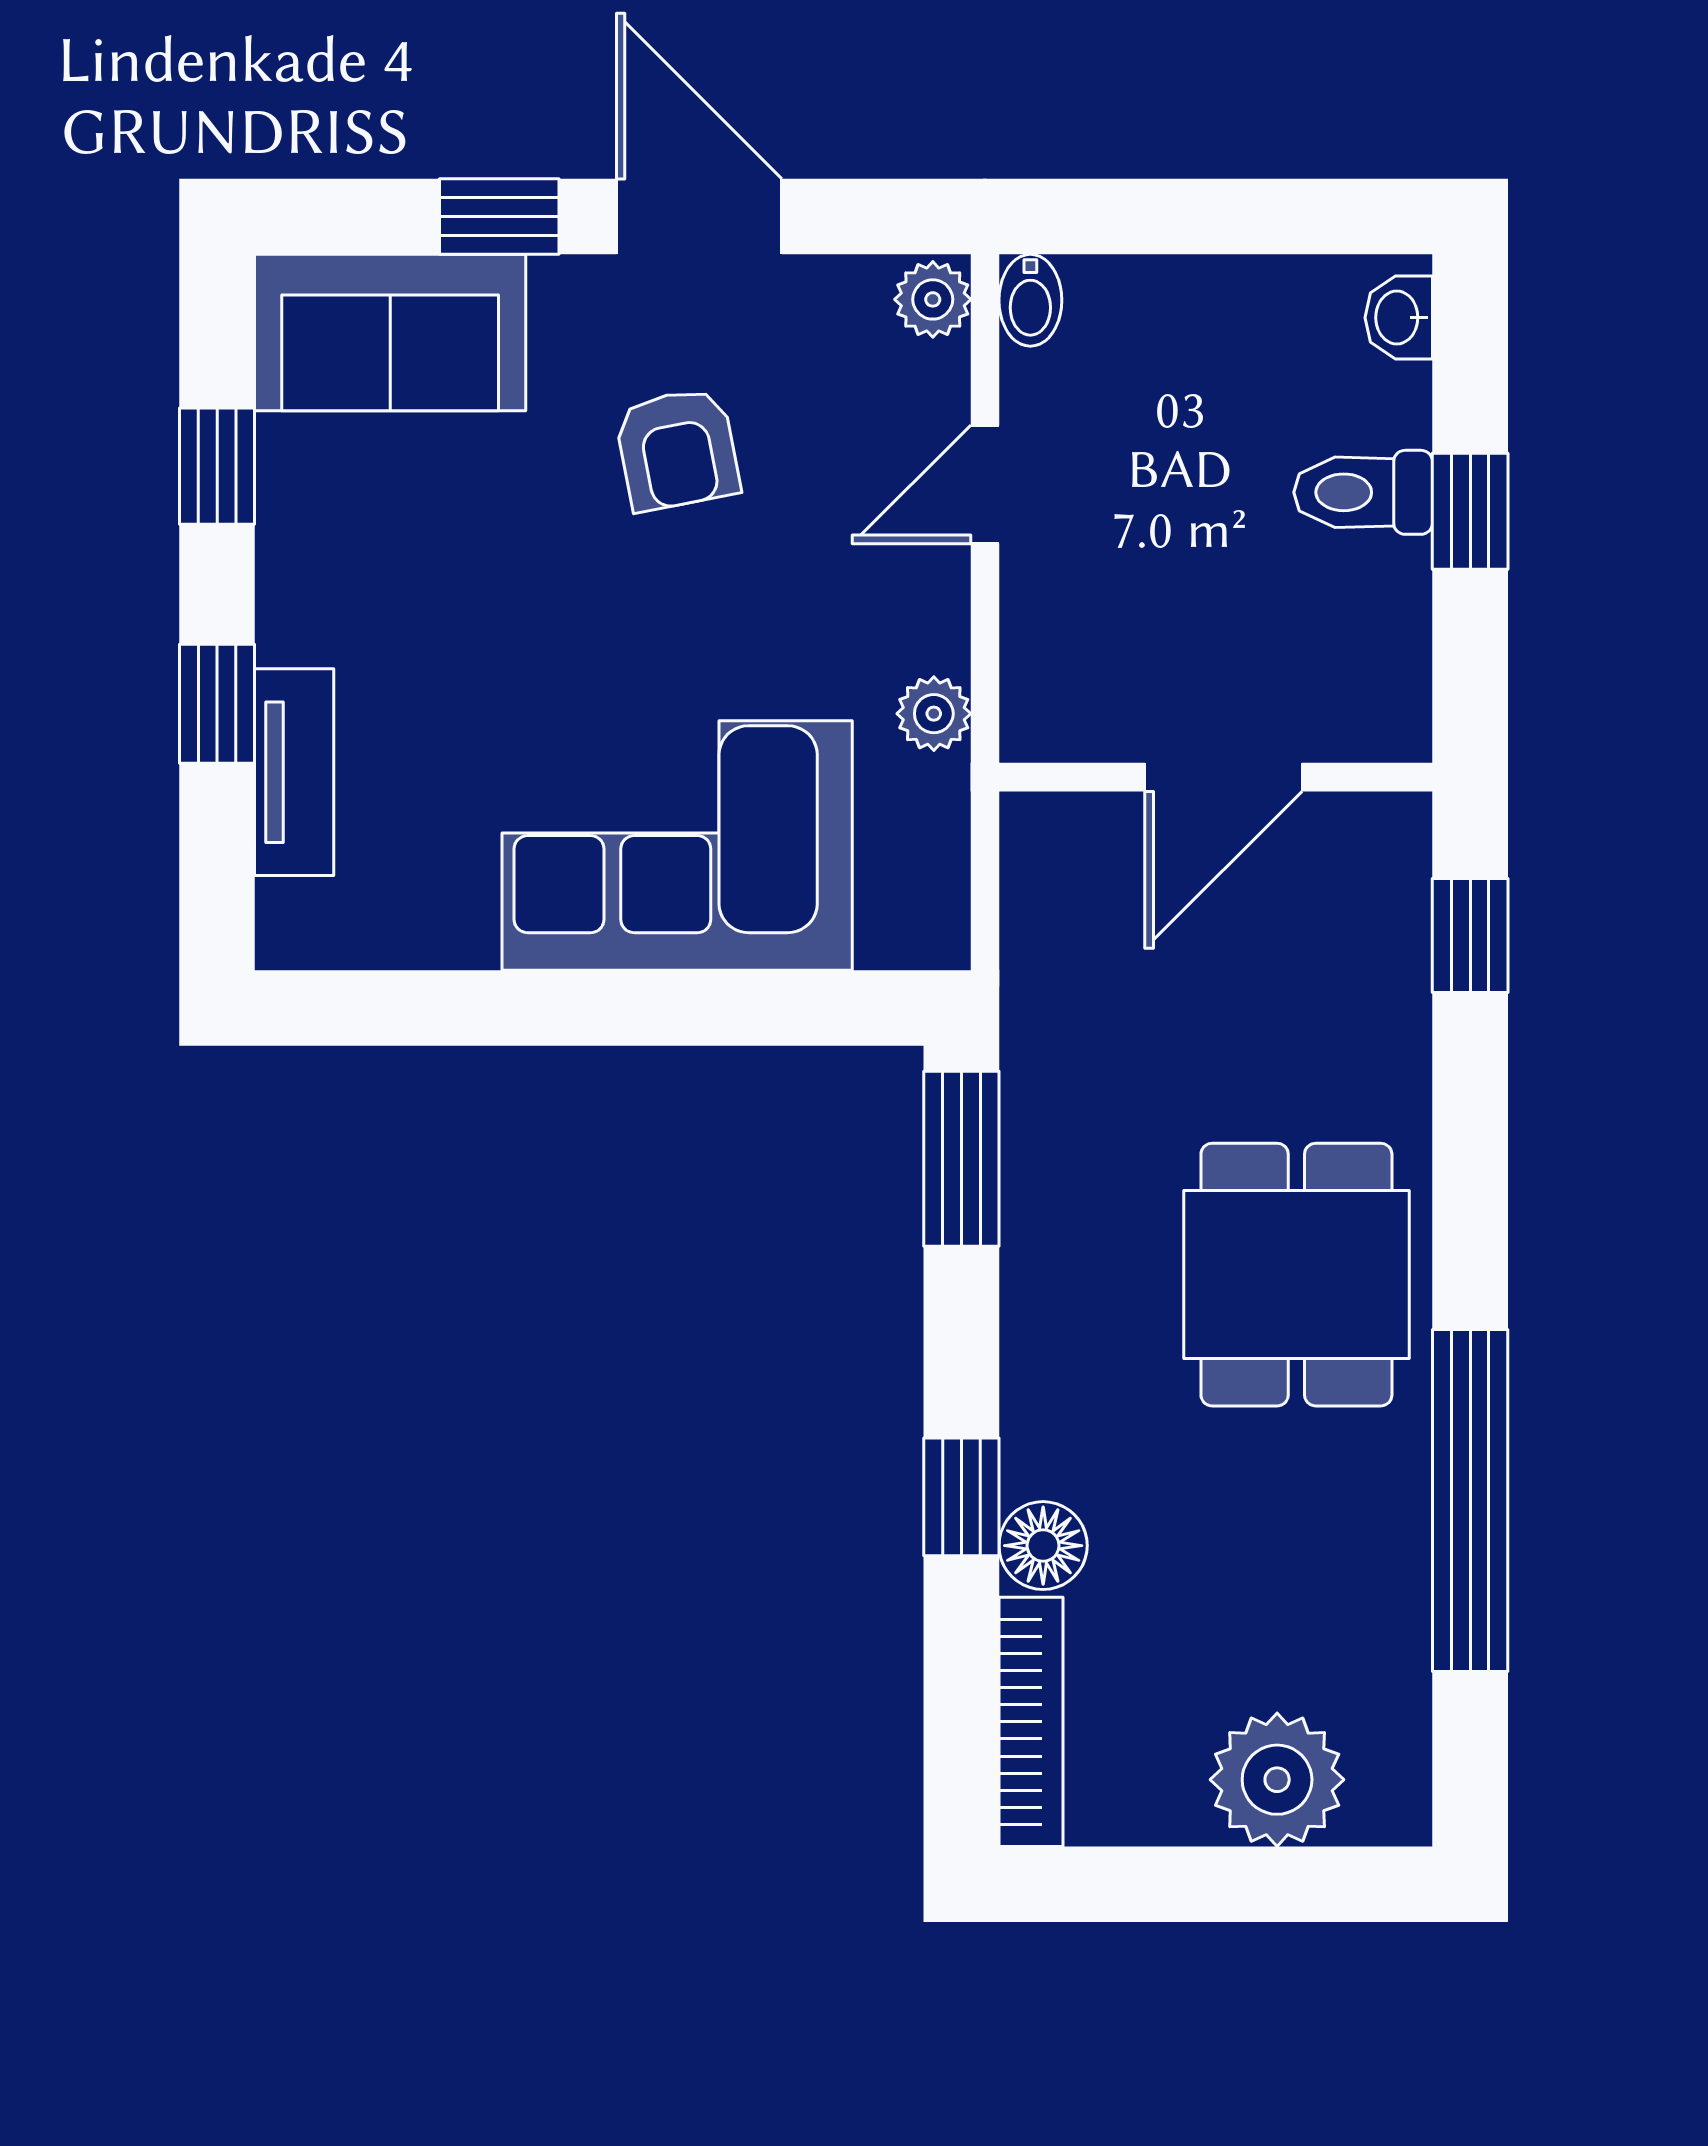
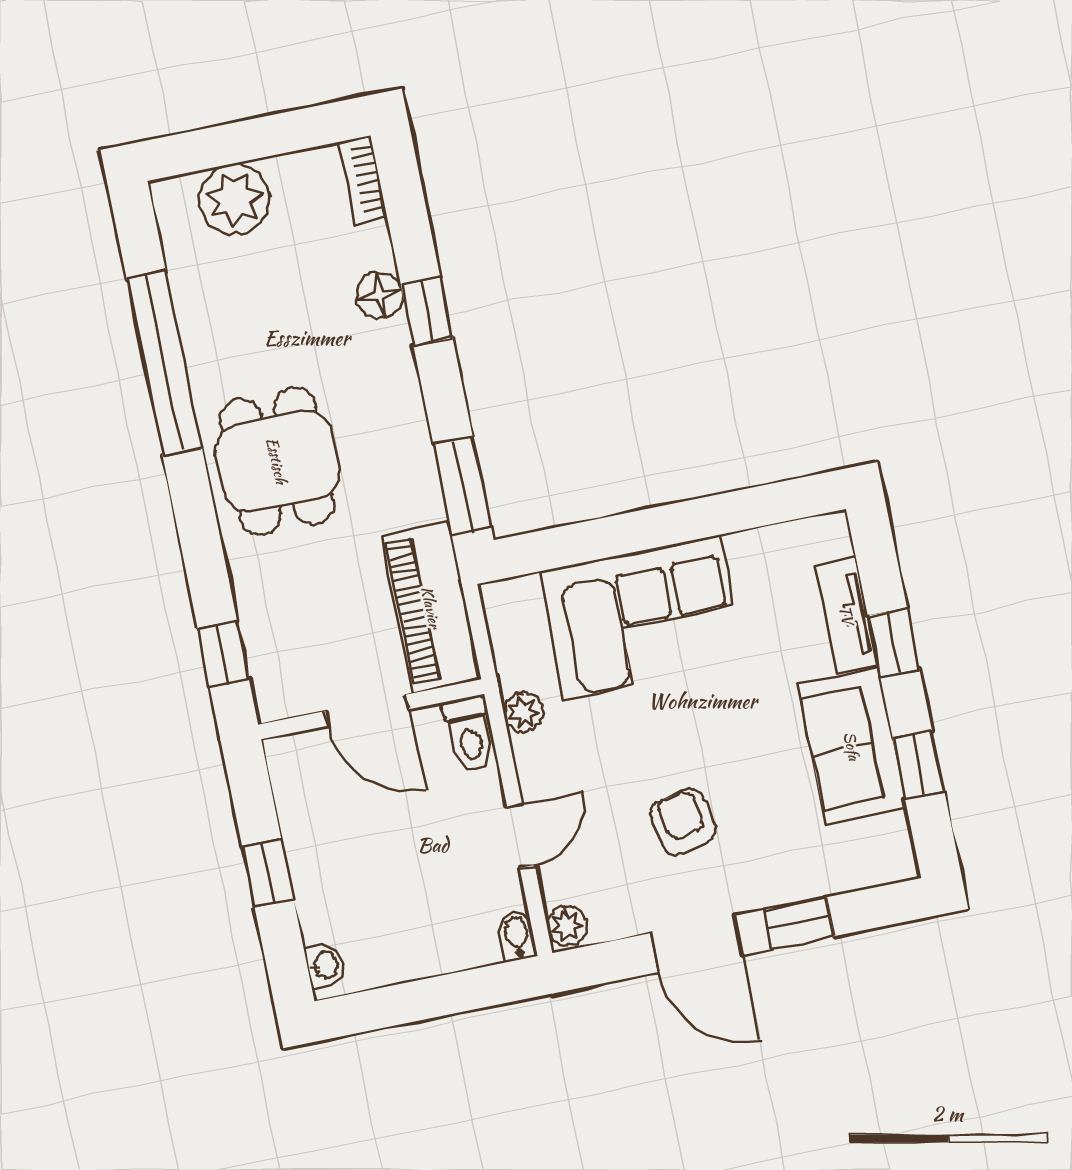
sofa: (390, 333) -> (852, 746), moved, turned -90
toilet: (1363, 492) -> (469, 734), moved, turned 90
door: (1224, 777) -> (367, 710), swing flipped
piano: (1066, 944) -> (431, 607), added
bookcase: (1031, 1722) -> (363, 180), width x0.64

